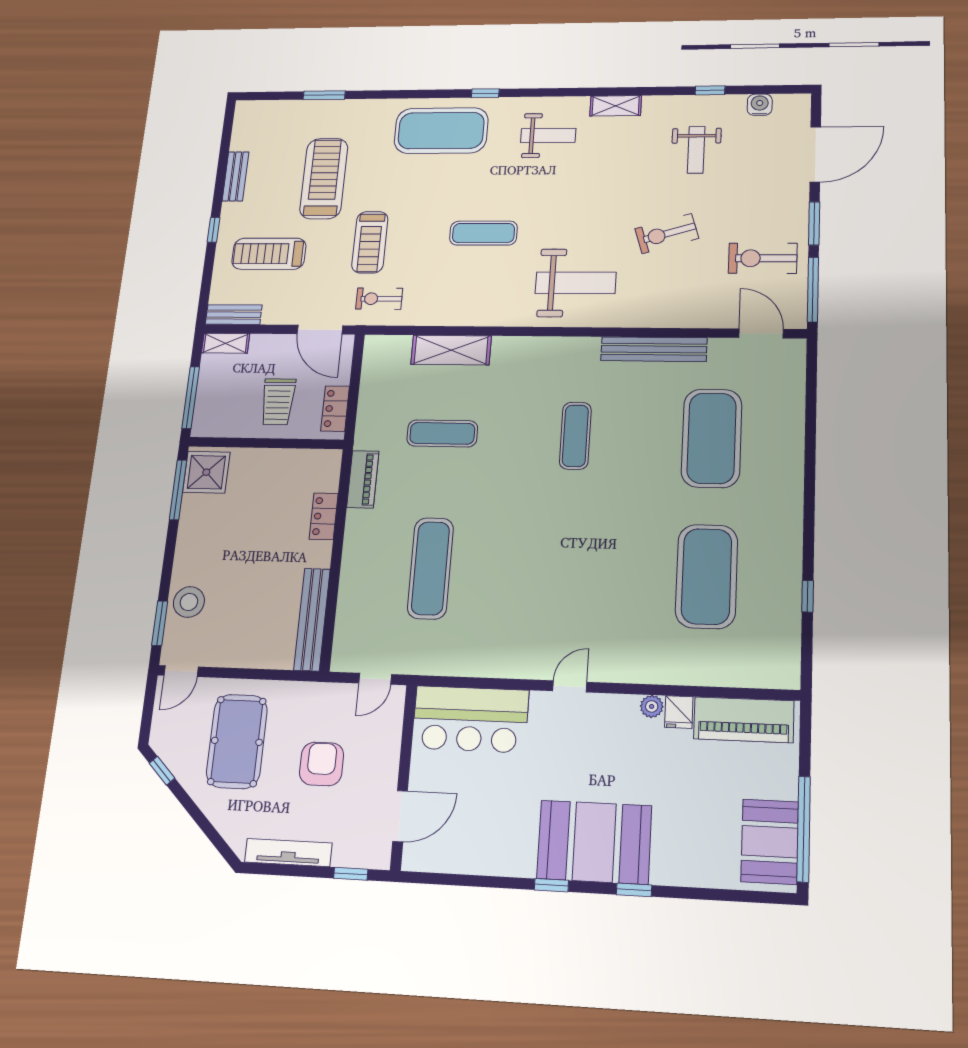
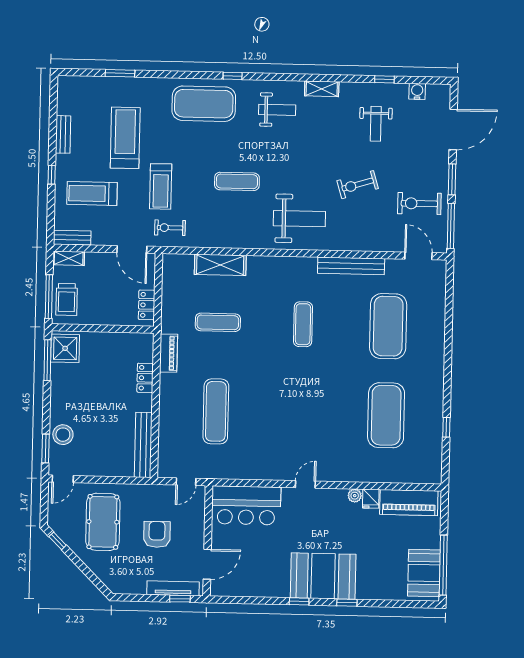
trolley: (278, 402) -> (67, 299), moved
tv unit: (288, 853) -> (173, 588), moved

